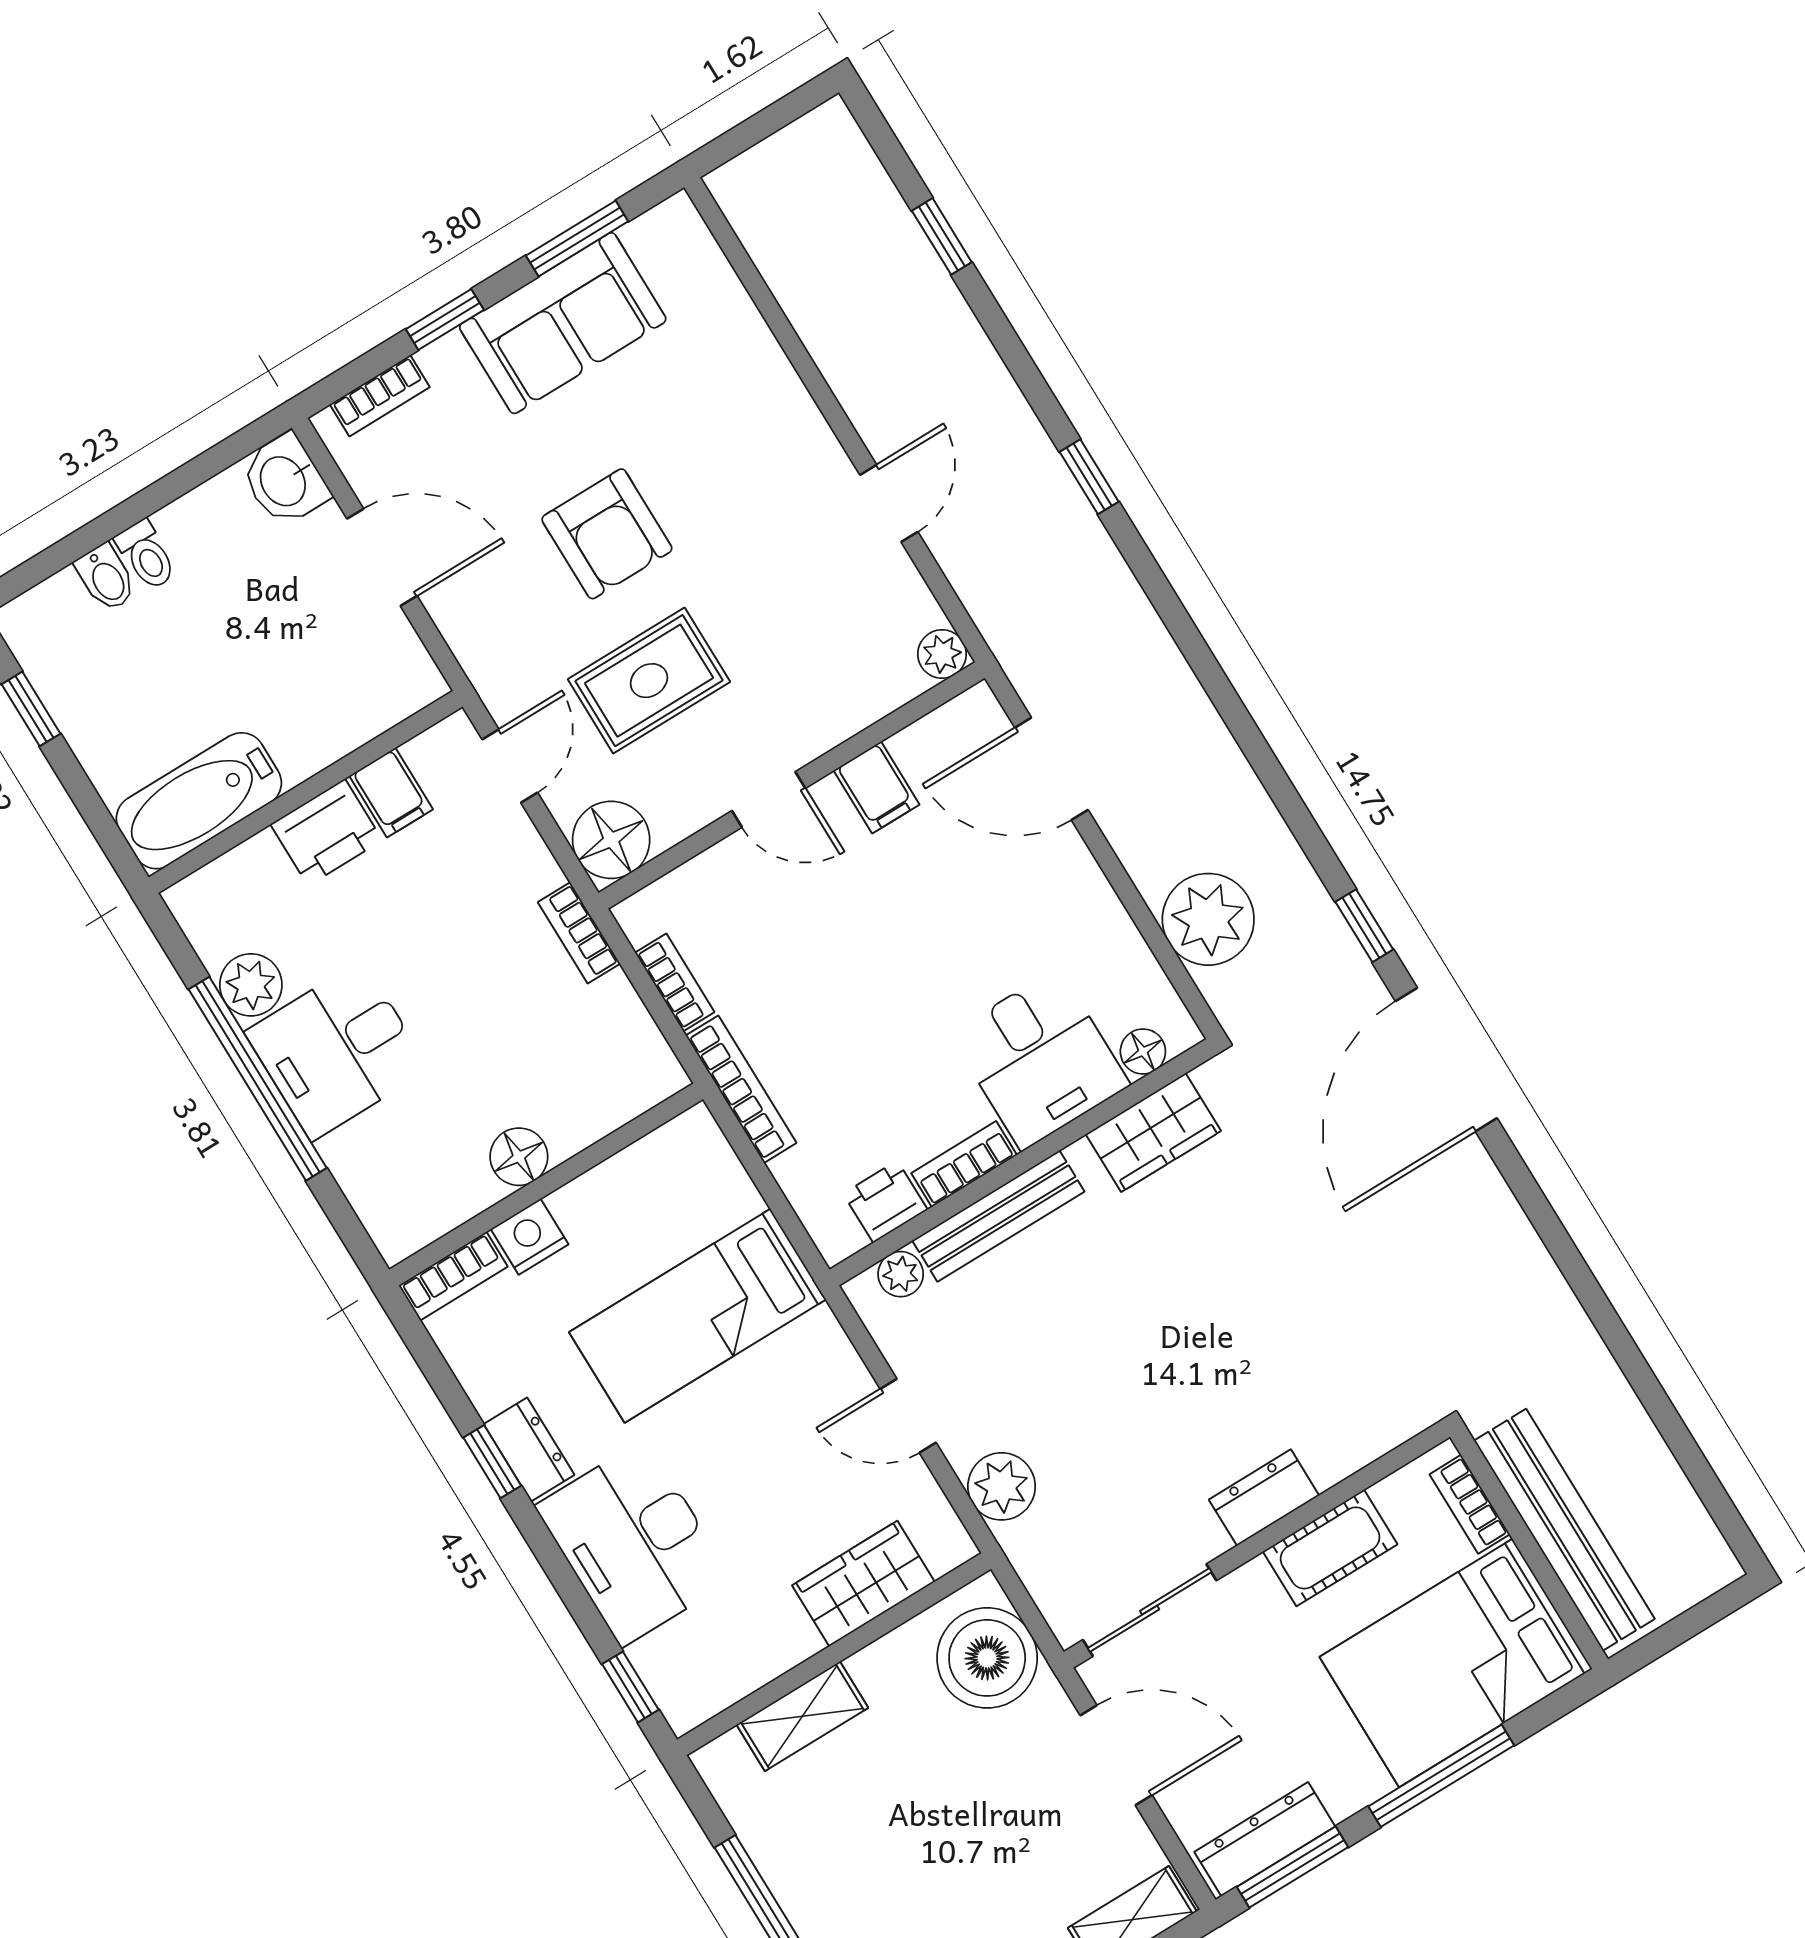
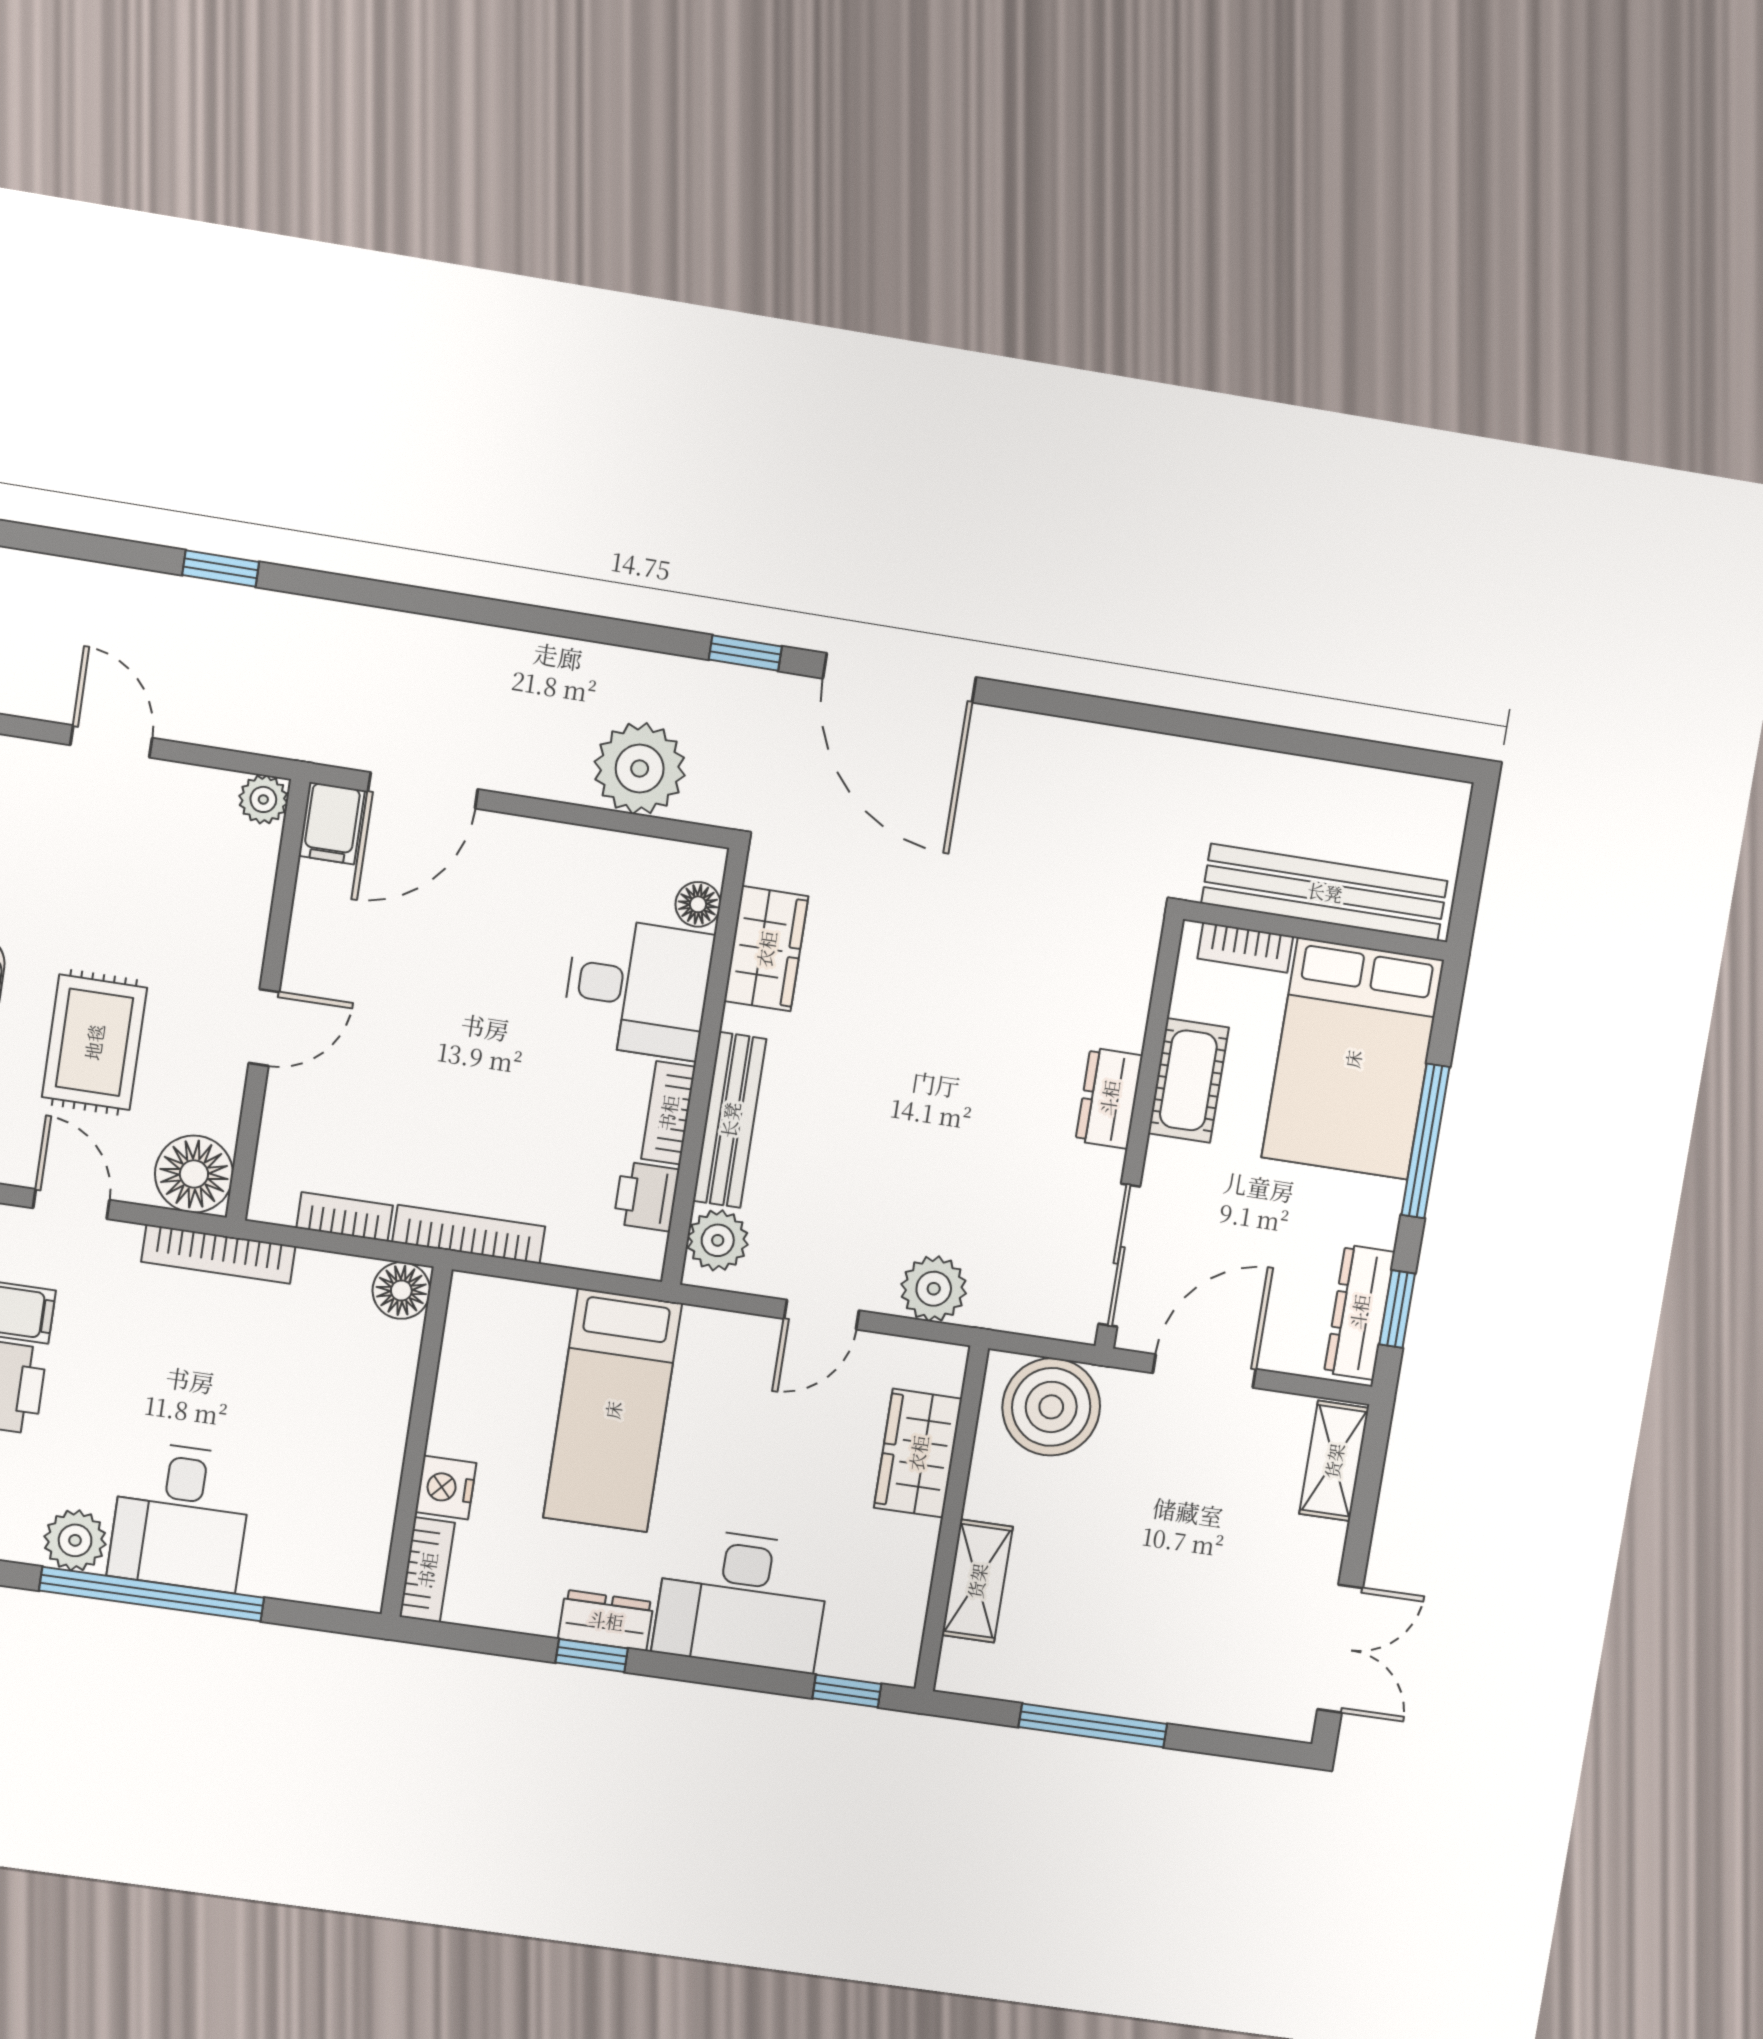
filing cabinet: (877, 787) -> (332, 823), moved, turned 90
bookcase: (579, 933) -> (218, 1254), width x1.56
floor lamp: (519, 1157) -> (401, 1291), moved
plant: (901, 1274) -> (718, 1240), width x1.38, depth x1.38
window: (1293, 1867) -> (1397, 1309), width x0.67

